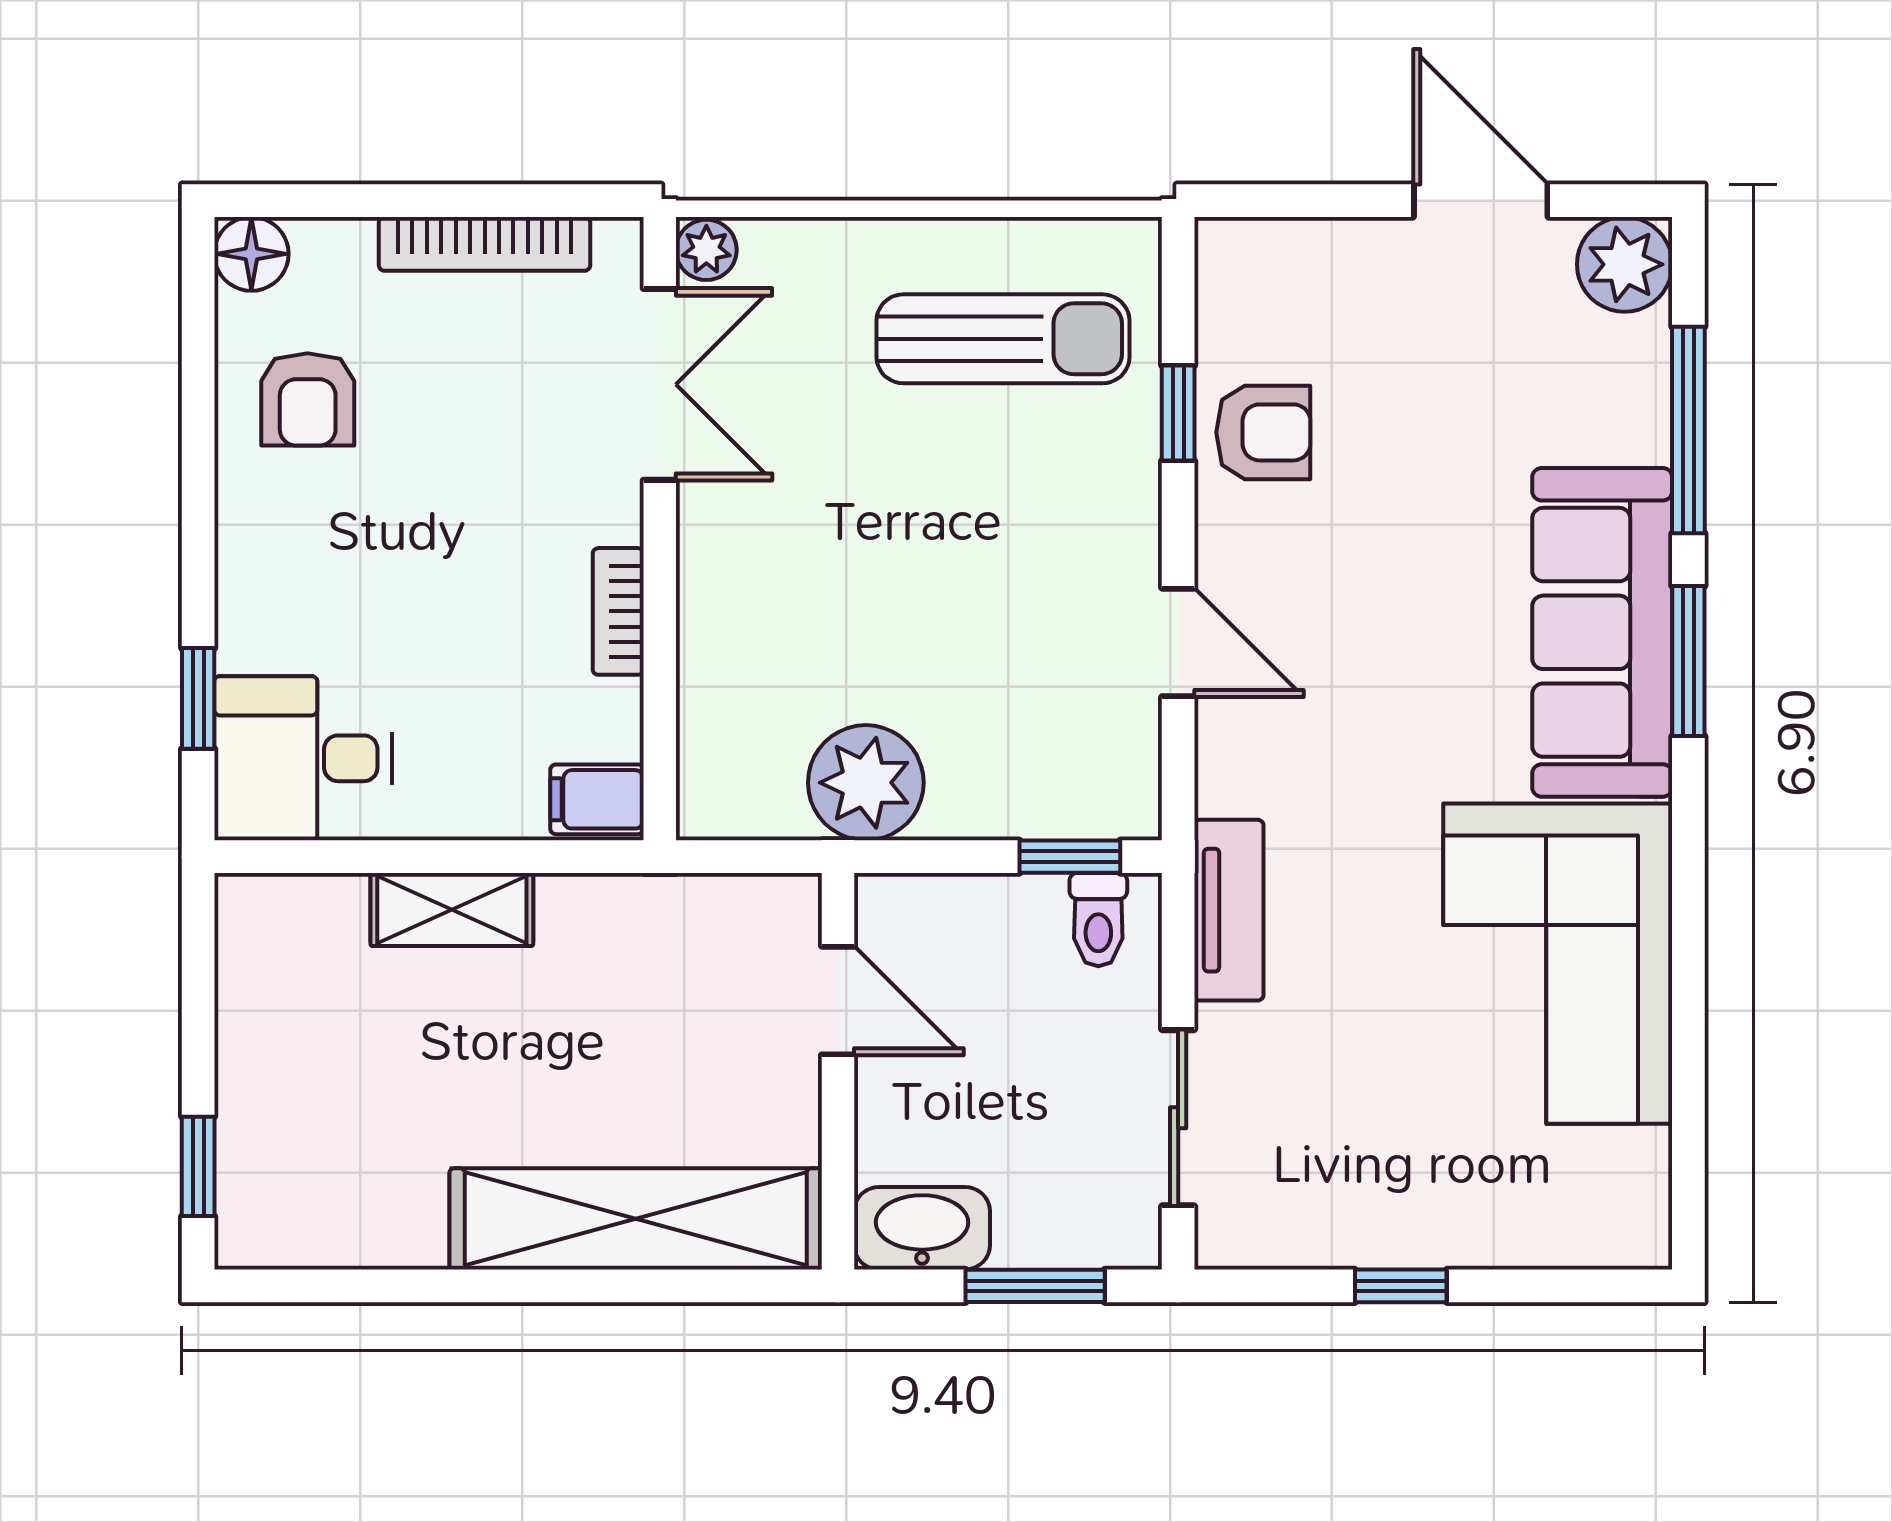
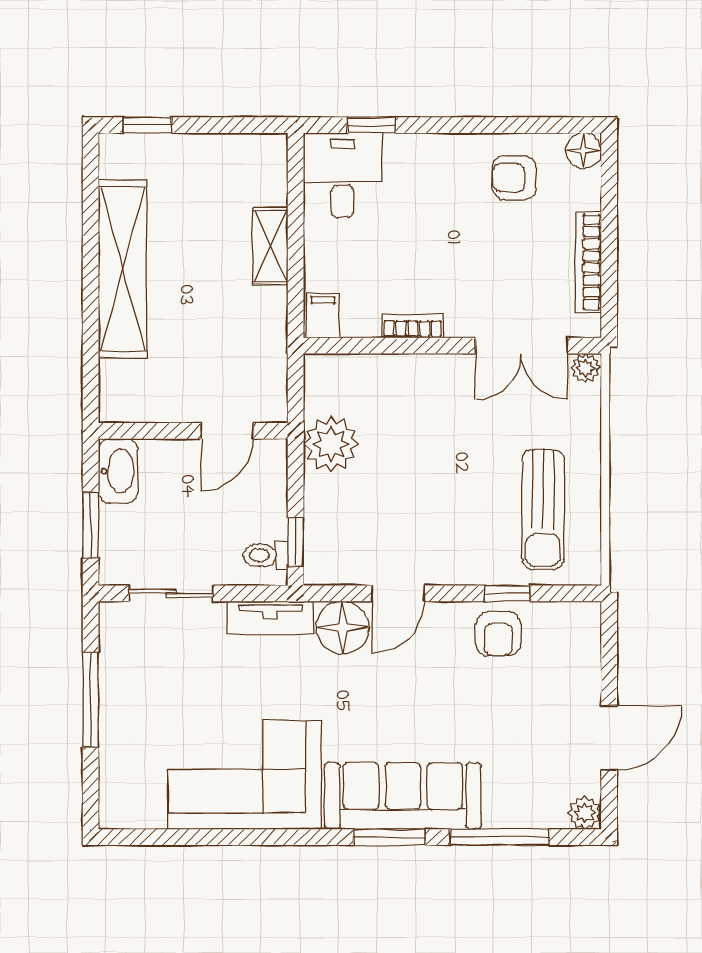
plant: (1625, 264) -> (585, 813), width x0.73, depth x0.73
floor lamp: (1250, 758) -> (343, 627), added
shelving: (636, 1219) -> (123, 269), moved
window: (1401, 1286) -> (91, 700), width x2.17

